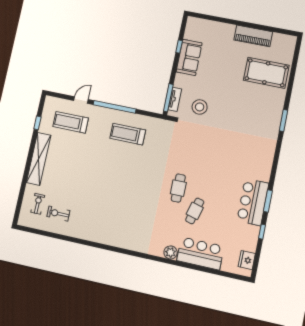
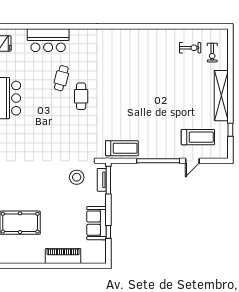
piano: (253, 36) -> (63, 256), moved
treadmill: (128, 134) -> (122, 148), moved
plant: (171, 252) -> (76, 35), removed

